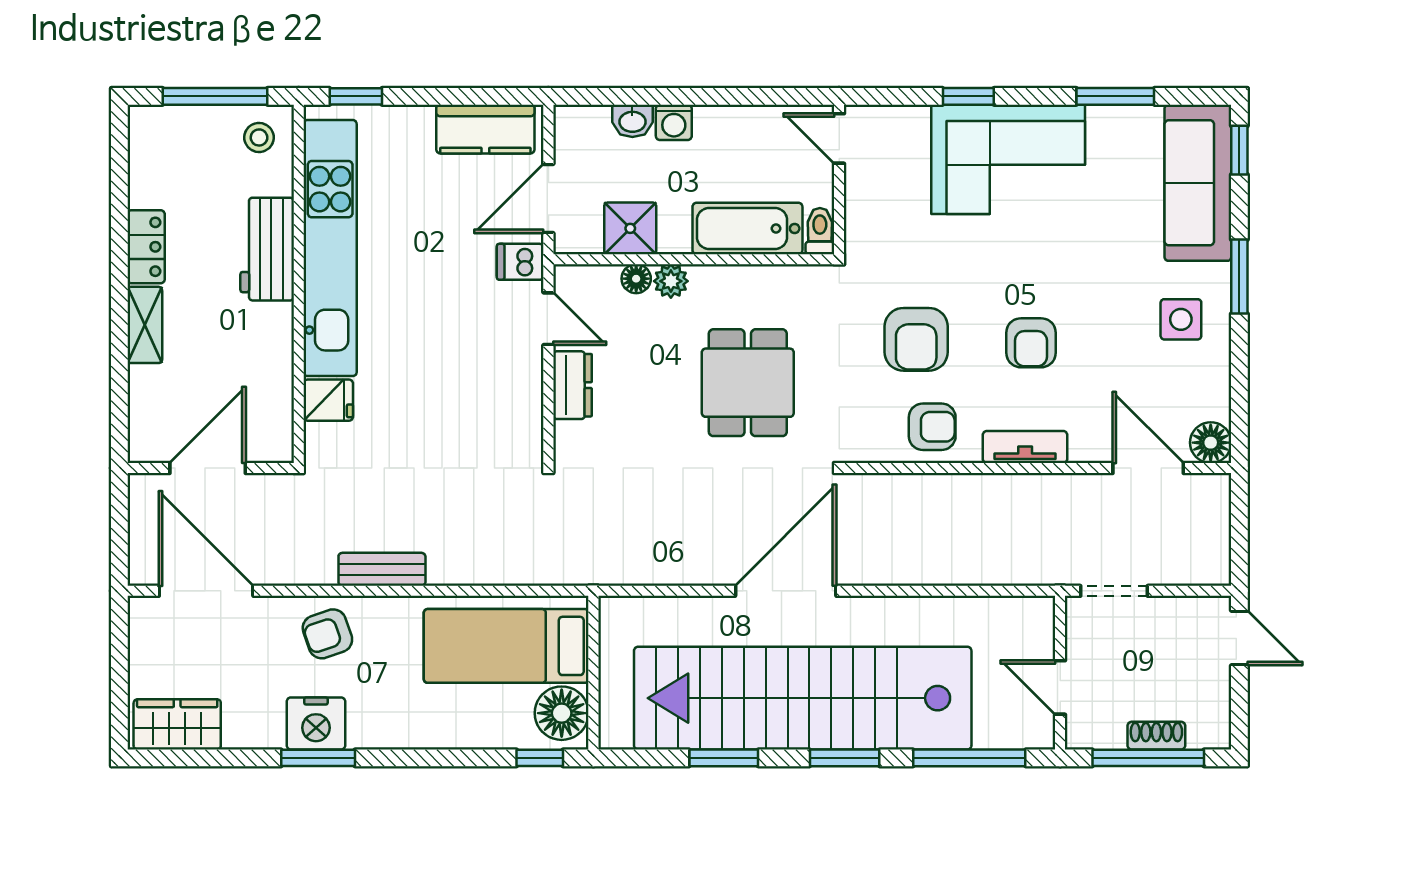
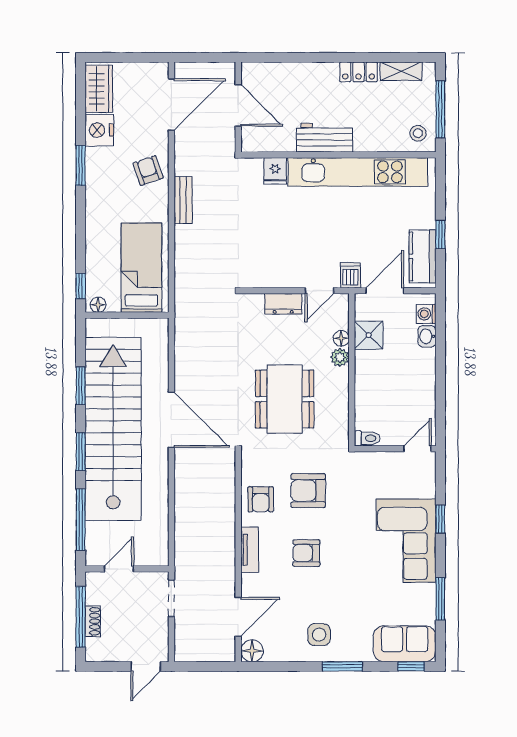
window: (356, 96) -> (440, 235), moved
washing machine: (674, 122) -> (426, 314), moved
sofa: (1198, 183) -> (405, 644), width x0.73
door: (548, 199) -> (385, 291), hinge flipped
bathtub: (747, 228) -> (368, 399), removed
workbench: (267, 249) -> (325, 138), moved
shelving: (145, 325) -> (401, 71), moved
dining table: (748, 383) -> (285, 399), width x1.38
floor lamp: (562, 713) -> (98, 305), width x0.53, depth x0.53
nightstand: (316, 723) -> (99, 130), moved

